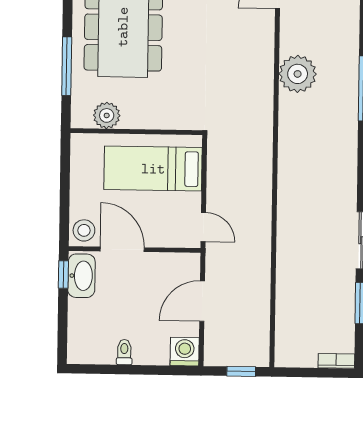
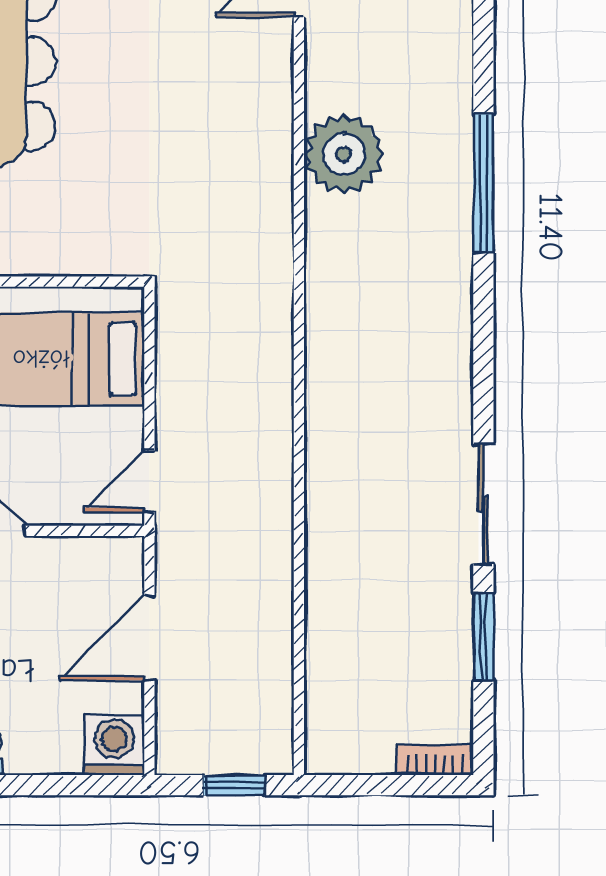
door: (203, 227) -> (149, 481), swing flipped

